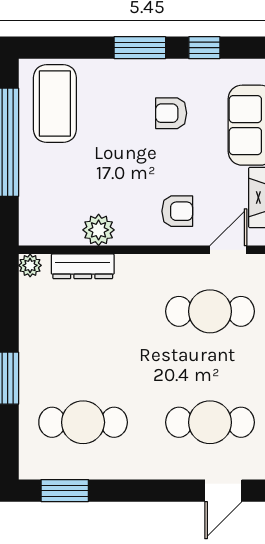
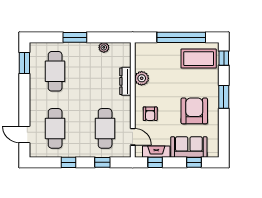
window: (204, 48) -> (224, 58), moved
armchair: (171, 113) -> (194, 111), width x1.88, depth x1.88
plant: (30, 265) -> (104, 47), moved
dresser: (83, 266) -> (125, 81), moved

